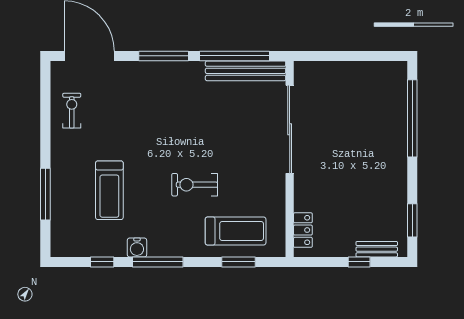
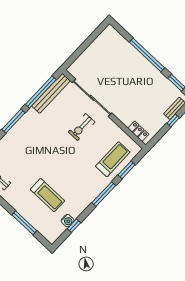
window: (412, 118) -> (147, 55), moved
exercise bike: (195, 185) -> (82, 127), moved
water cooler: (137, 247) -> (68, 221), moved
window: (158, 262) -> (104, 194), moved

